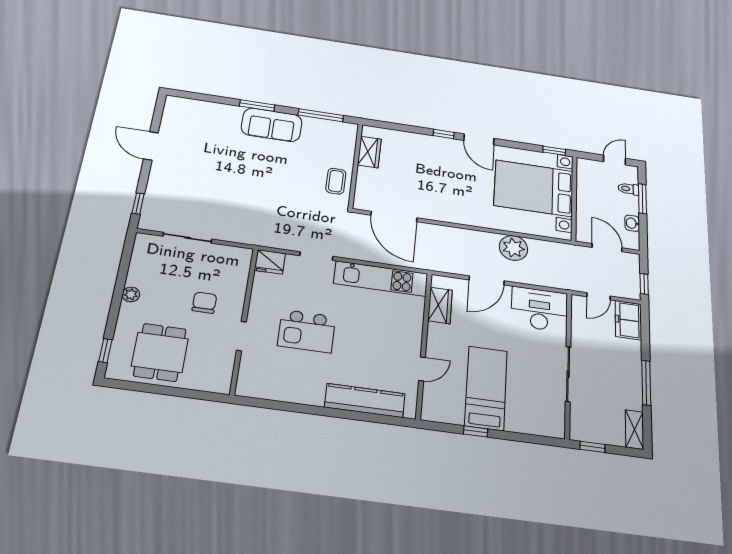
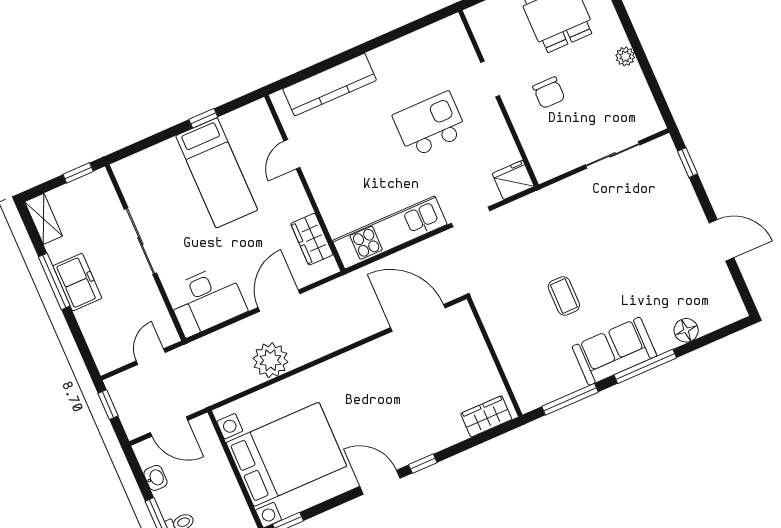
window: (257, 106) -> (645, 366), width x1.44
floor lamp: (215, 110) -> (686, 330), added
wardrobe: (369, 152) -> (486, 416), moved, turned 90
coffee table: (336, 181) -> (564, 296), moved
freezer: (628, 320) -> (77, 282), moved

